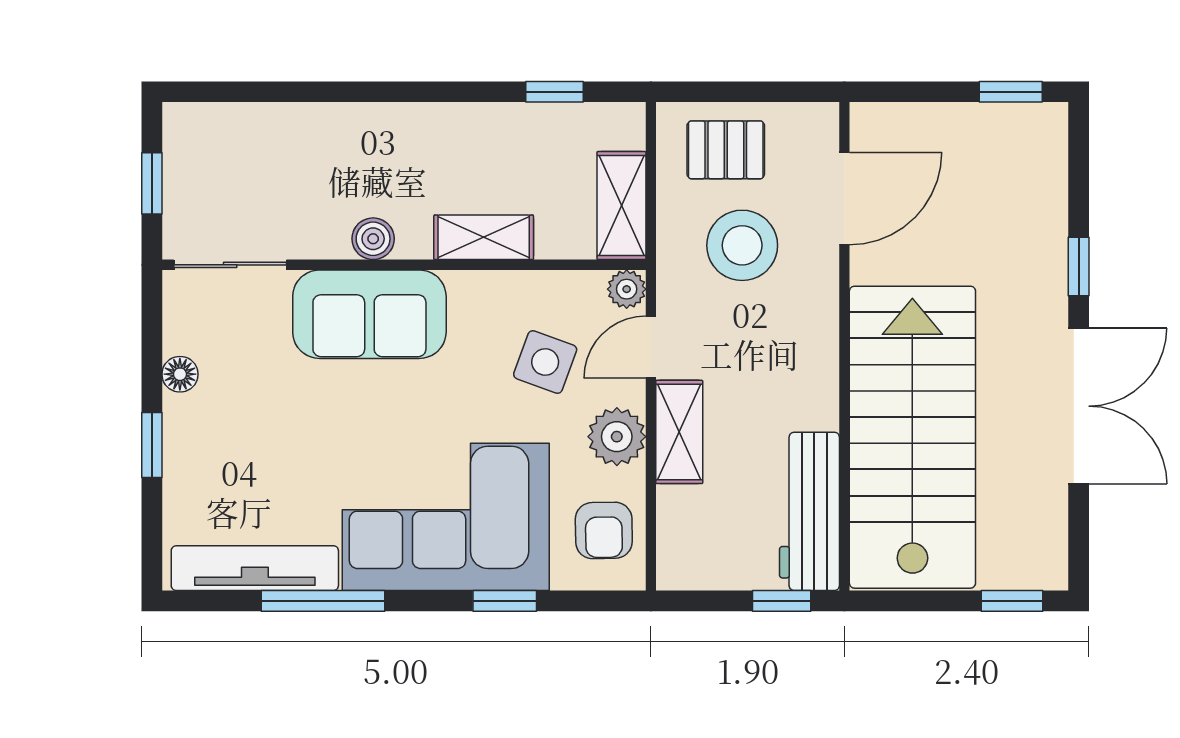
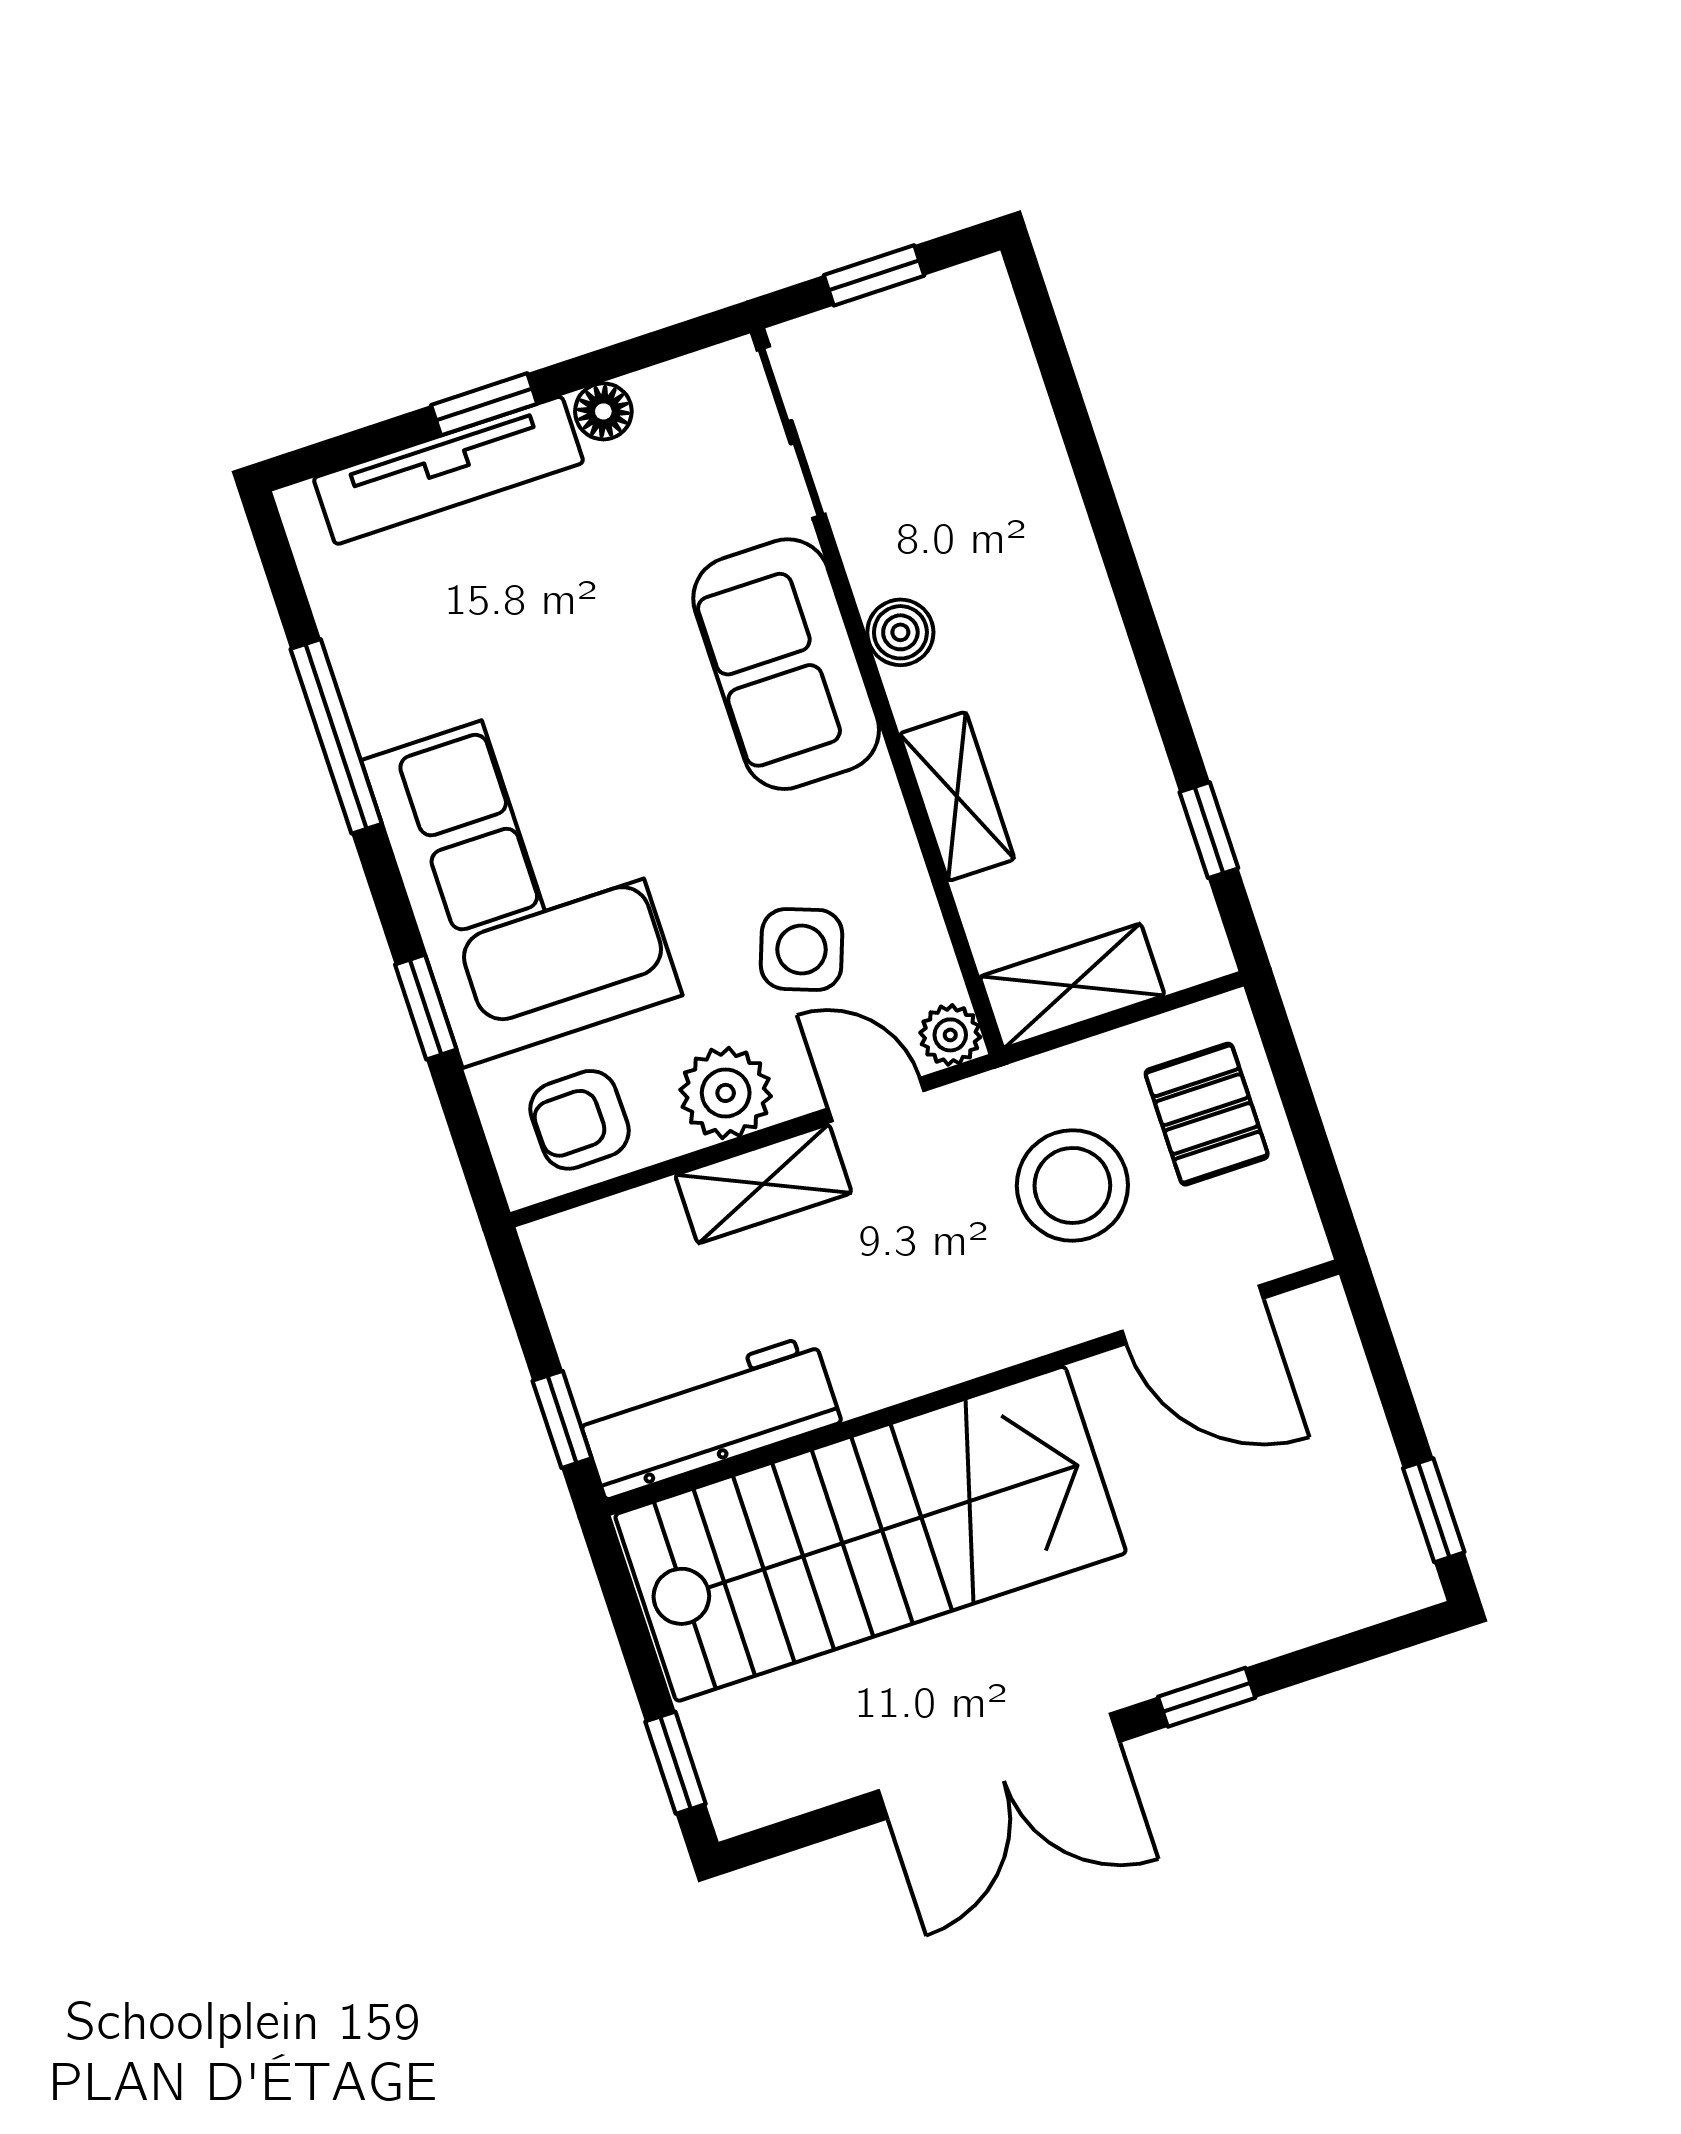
tv unit: (255, 568) -> (449, 470), moved, turned 90

